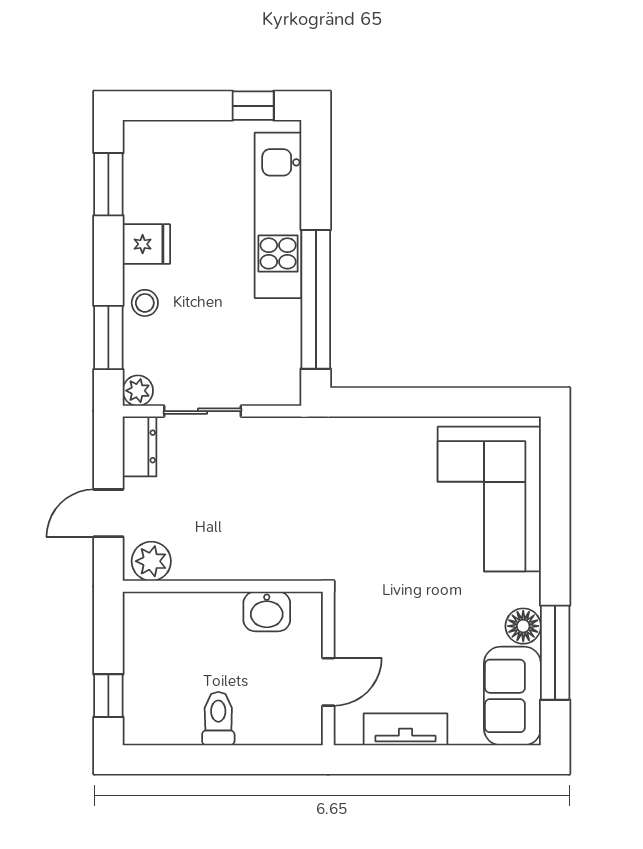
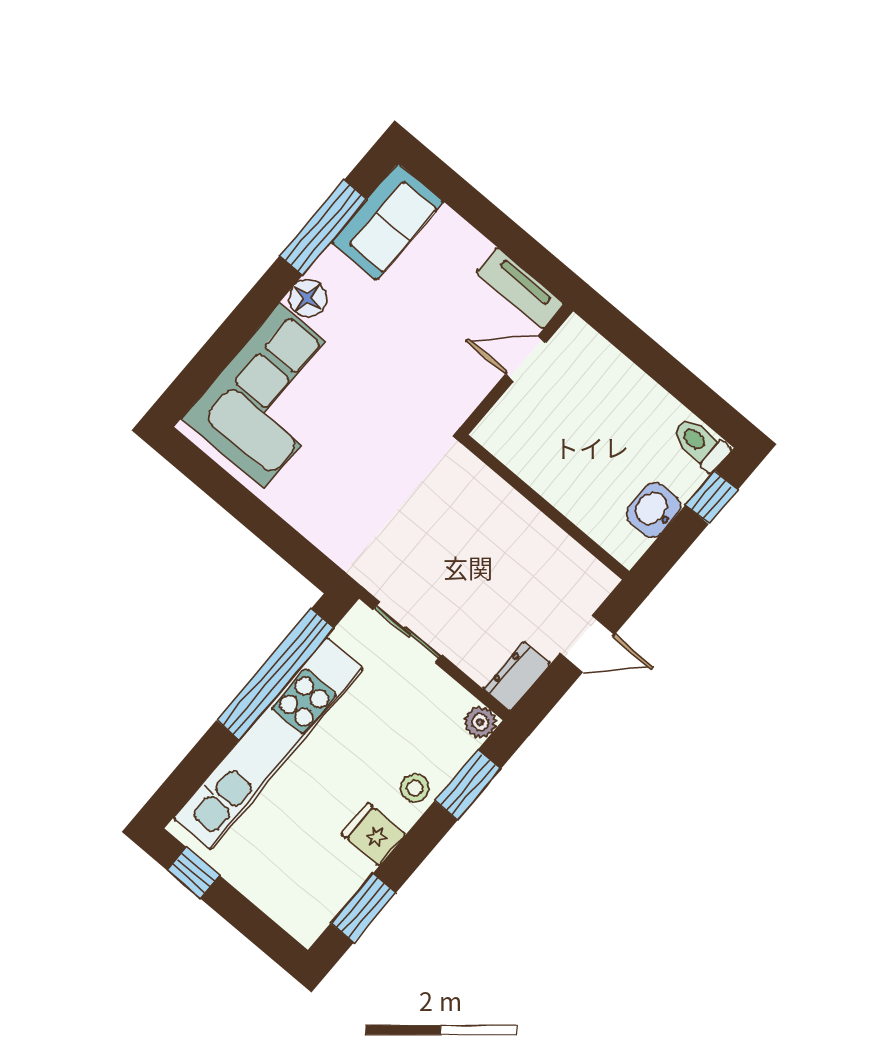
kitchen unit: (278, 215) -> (269, 743), width x1.36
sliding door: (203, 411) -> (407, 632), moved
plant: (151, 561) -> (586, 576), removed
washbasin: (267, 611) -> (653, 510), moved, turned -90
floor lamp: (523, 626) -> (308, 298), moved
toilet: (218, 719) -> (700, 444), moved, turned 90
tv unit: (406, 729) -> (520, 288), moved

